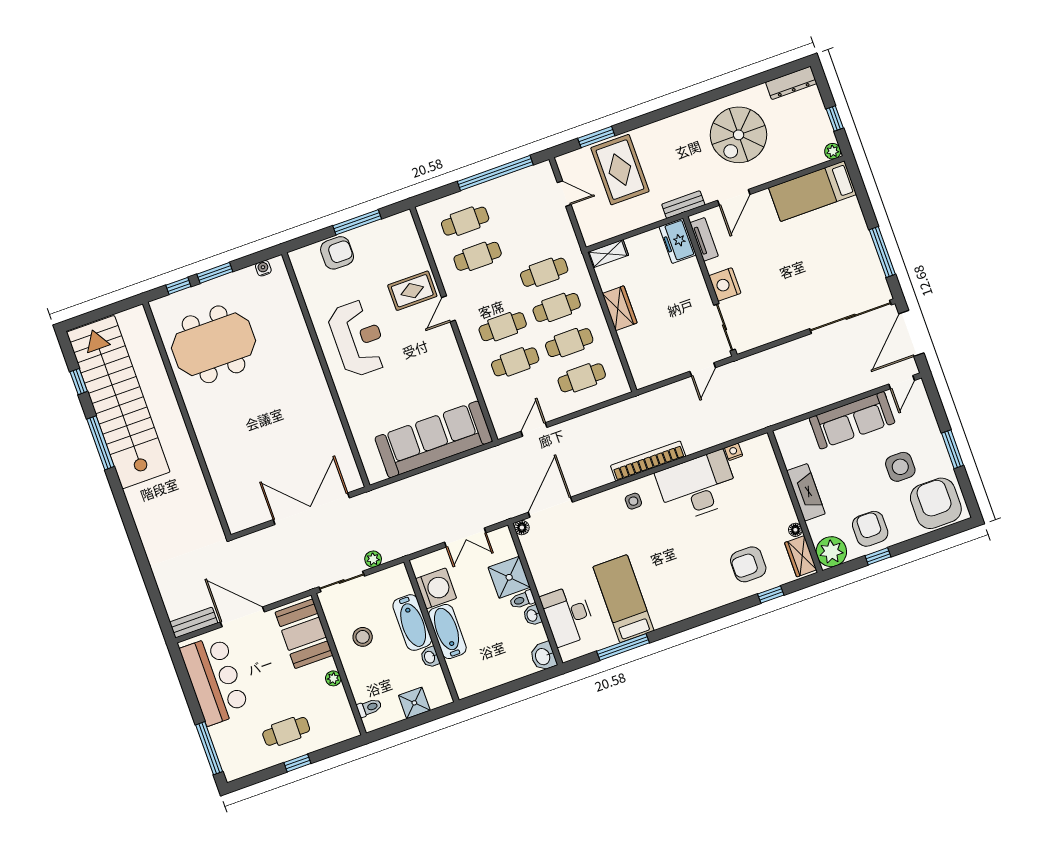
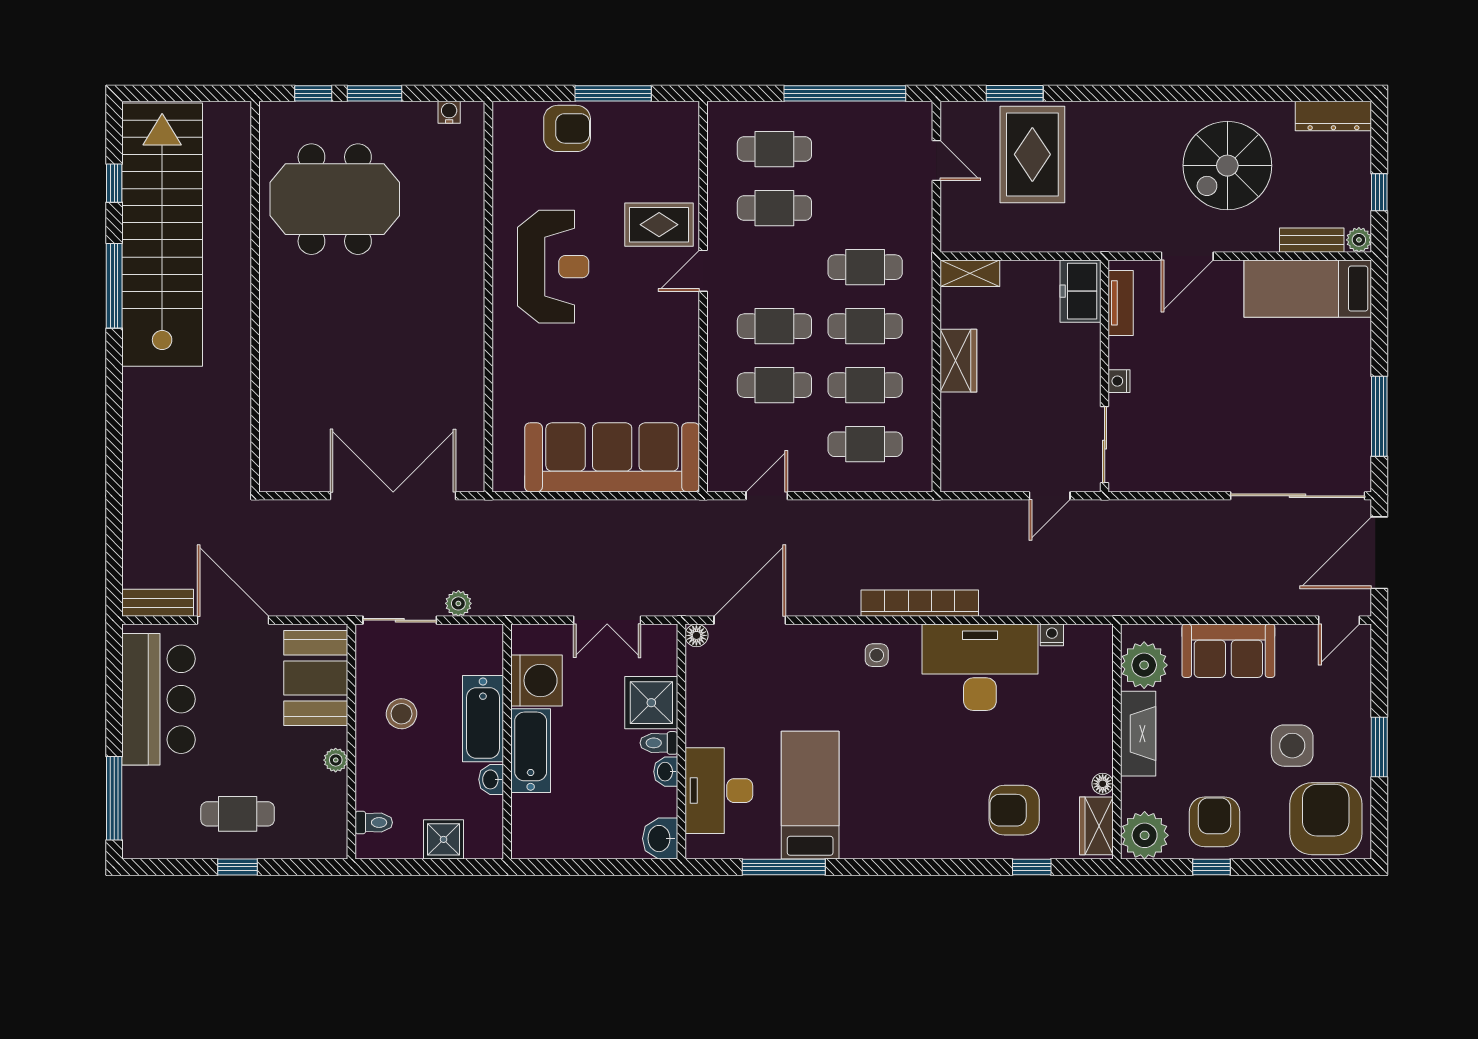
bench: (683, 205) -> (1312, 240), moved
nightstand: (725, 284) -> (1119, 381), width x0.53, depth x0.56
sofa: (852, 420) -> (1228, 651), width x0.73
plant: (795, 450) -> (1144, 665), added

